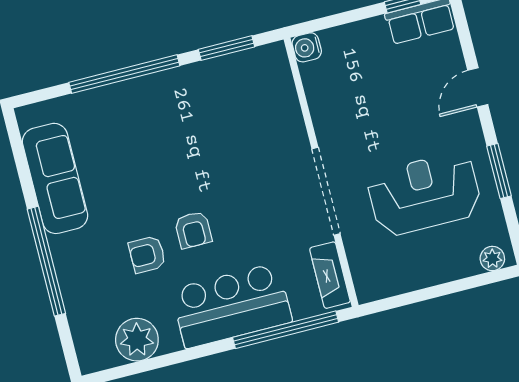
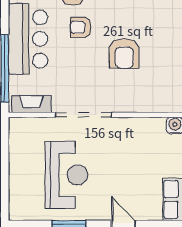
armchair: (216, 153) -> (124, 53), added
plant: (492, 259) -> (16, 207), removed

